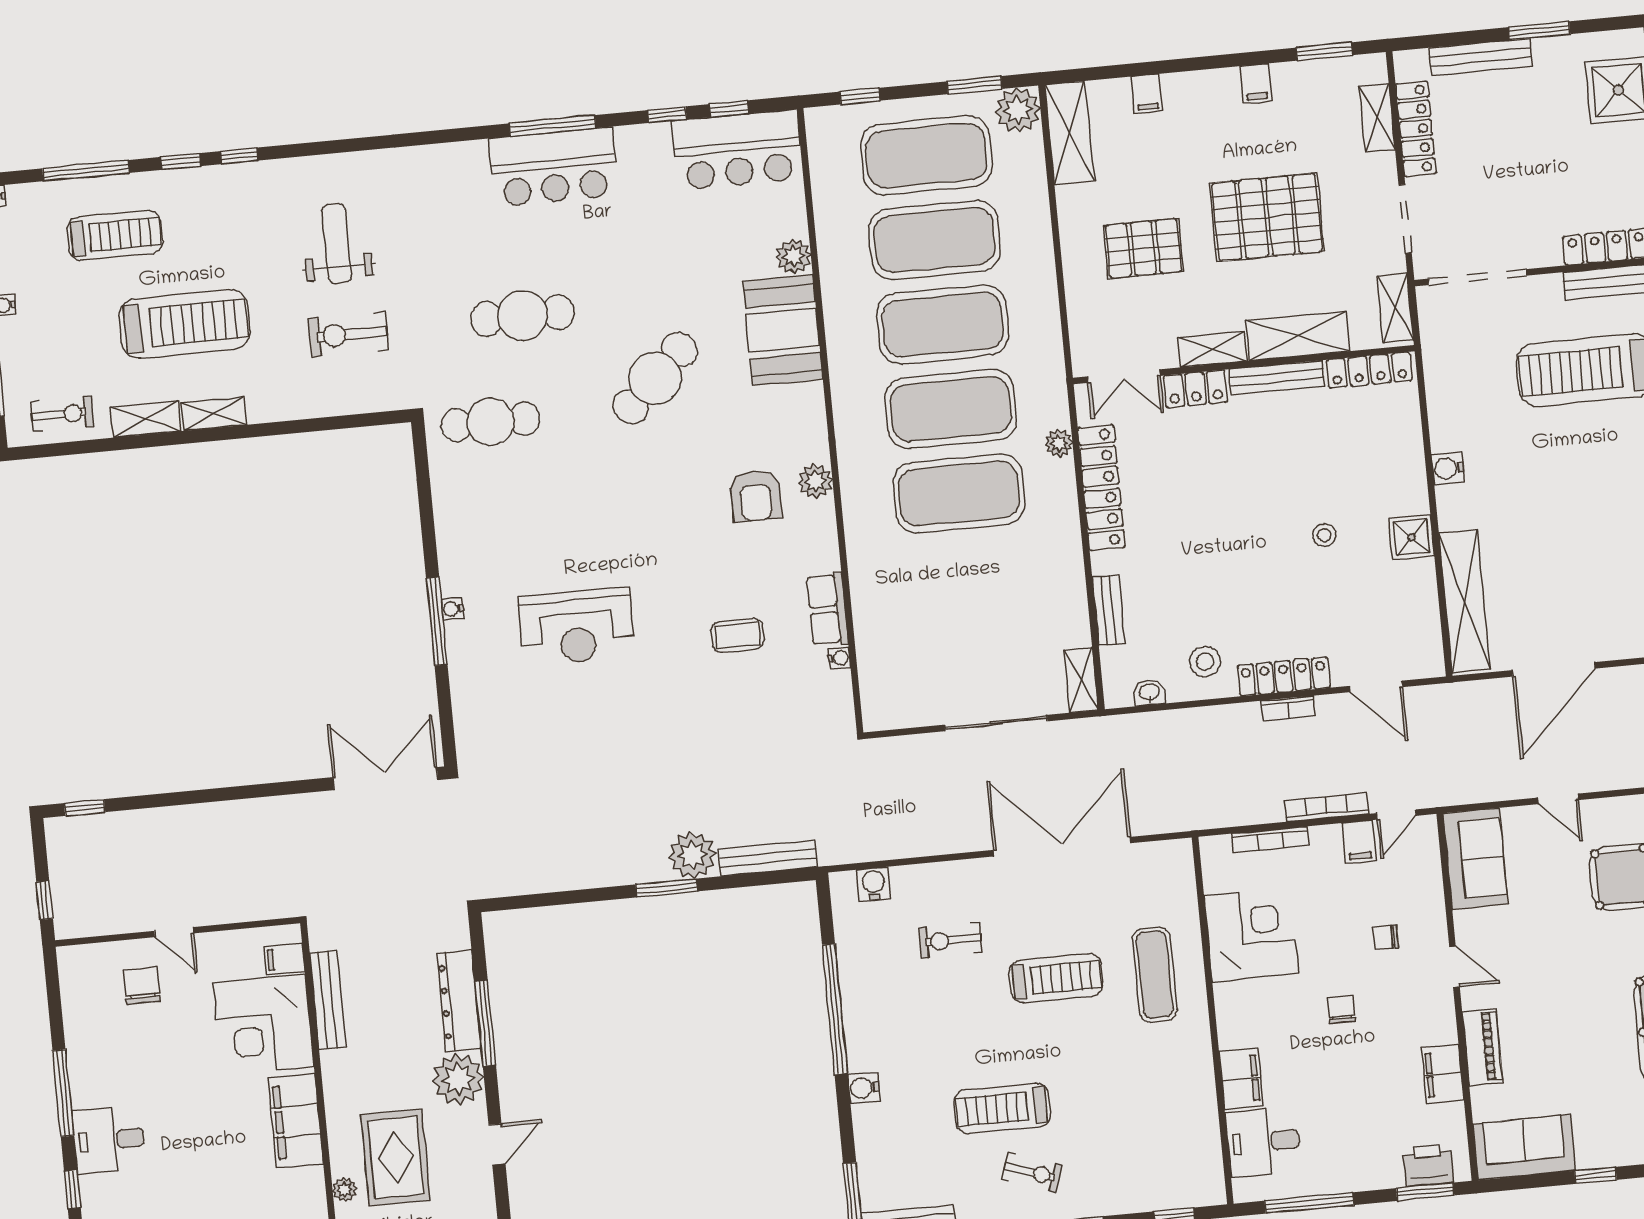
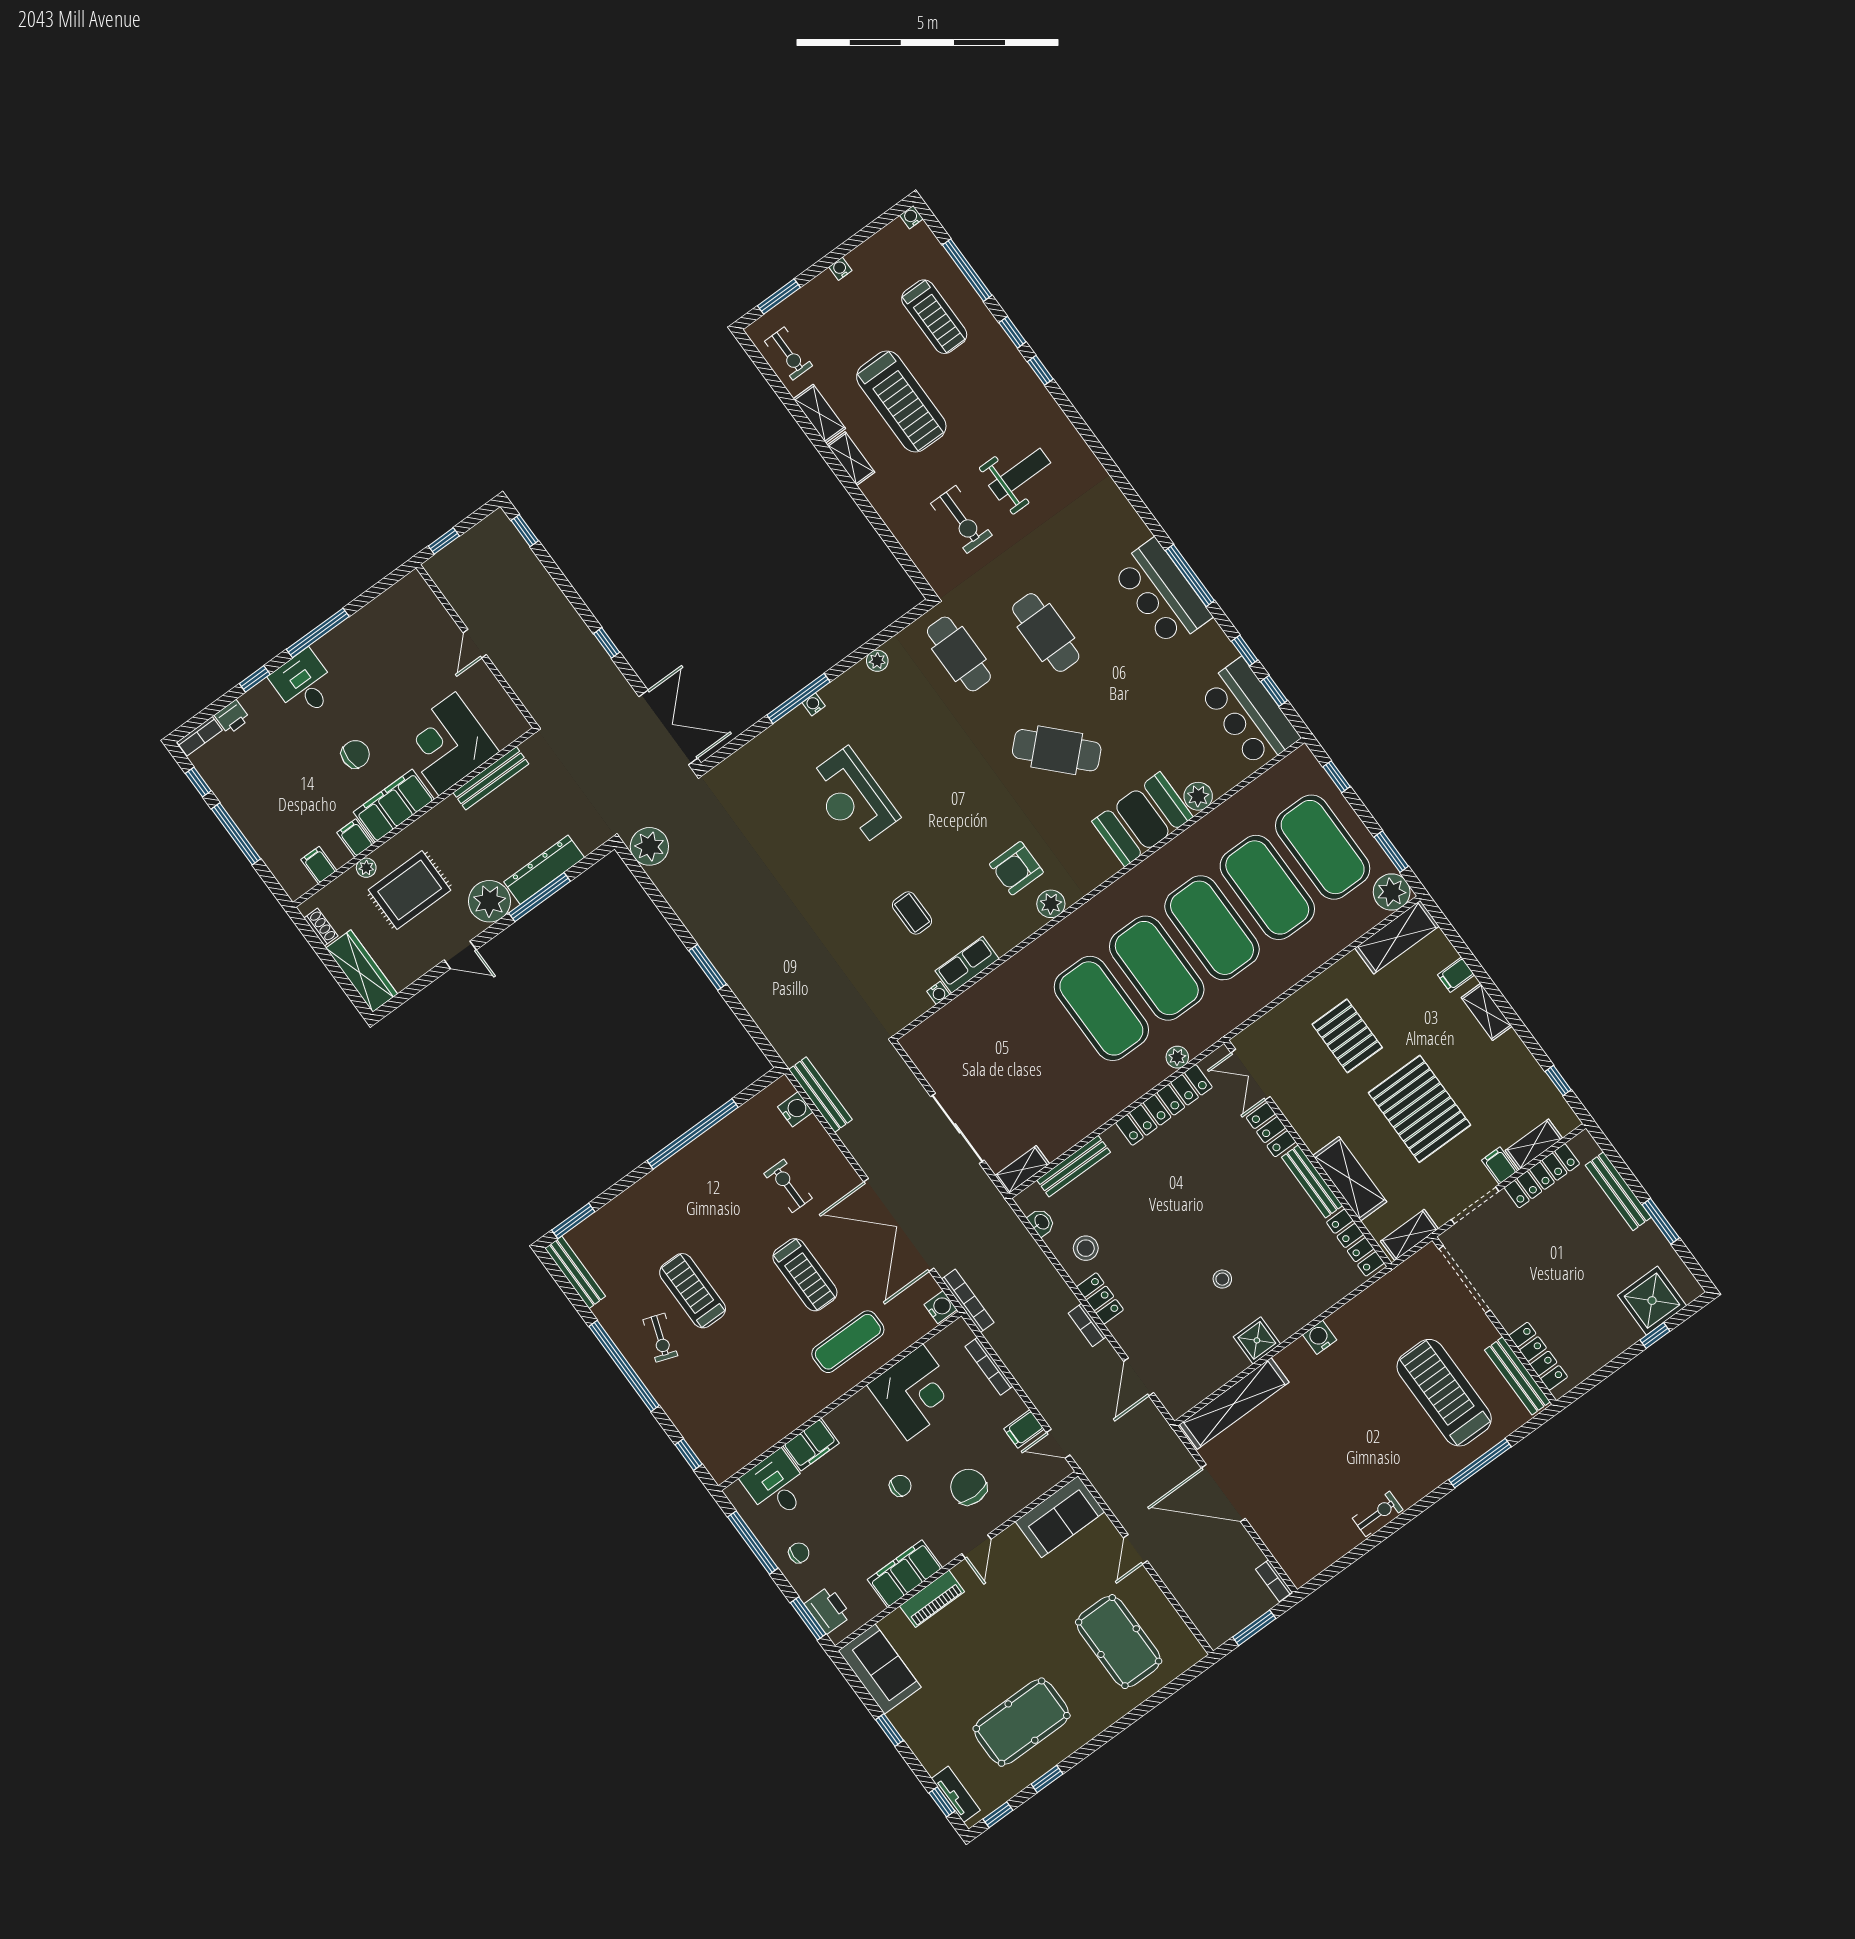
window: (1324, 51) -> (1558, 1081), width x0.67
filing cabinet: (1256, 83) -> (1500, 1166), moved, turned 90
exercise bike: (348, 334) -> (961, 519), turned 180
shelving: (1212, 349) -> (1487, 1012), moved
plant: (446, 513) -> (877, 661), added
bench: (1109, 610) -> (1074, 1166), width x1.36
locker: (1284, 677) -> (1100, 1298), width x0.66
window: (256, 791) -> (607, 643), added
bookcase: (1326, 807) -> (968, 1301), moved
double door: (1062, 847) -> (899, 1225), swing flipped
plant: (692, 855) -> (649, 846), moved
bench: (768, 858) -> (820, 1095), moved
chair: (1386, 937) -> (969, 1487), width x1.87, depth x1.87
filing cabinet: (284, 959) -> (355, 838), moved
chair: (142, 986) -> (355, 754), moved
filing cabinet: (1443, 1074) -> (905, 1574), width x1.50, depth x1.17
water cooler: (864, 1088) -> (941, 1307), moved, turned 90
chair: (1349, 1160) -> (799, 1553), added

